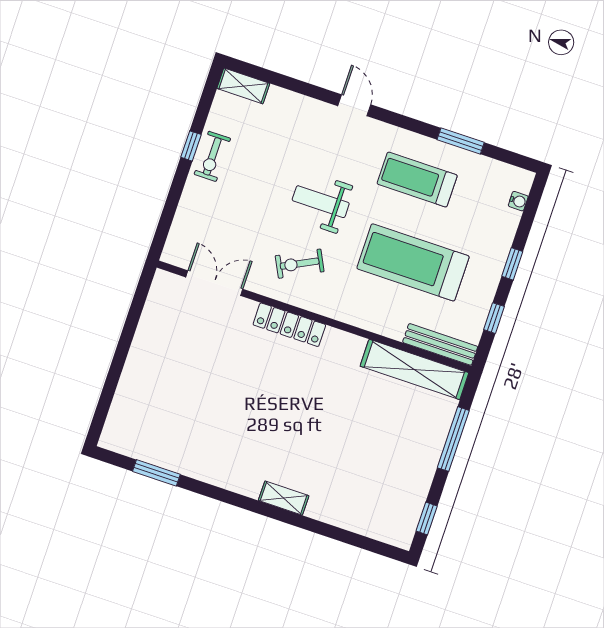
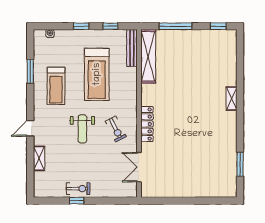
shelving: (243, 86) -> (39, 158), moved

